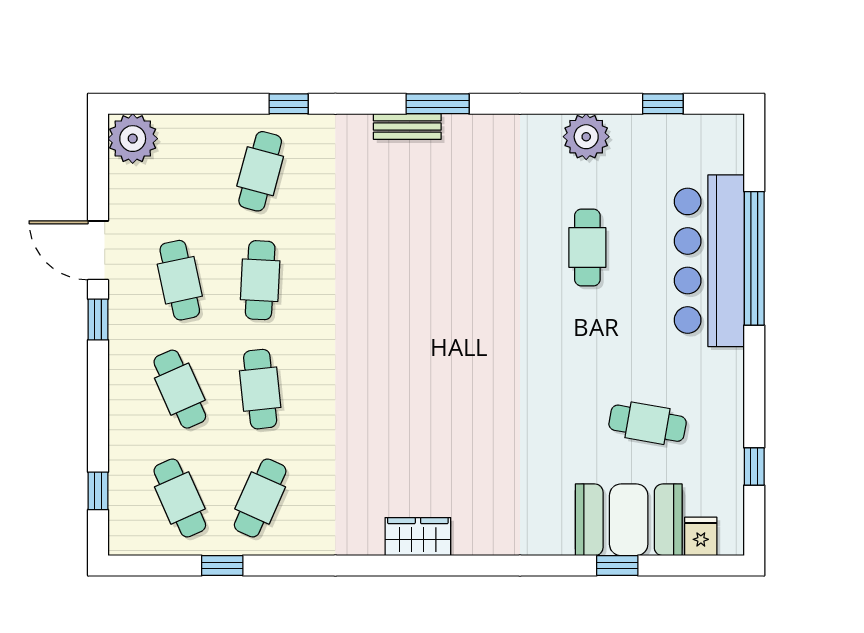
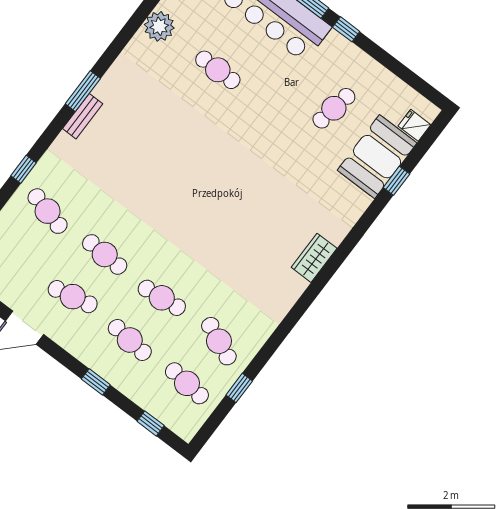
window: (98, 320) -> (96, 382), moved
cafe table: (180, 389) -> (130, 340), turned 30
window: (754, 466) -> (346, 29), moved
cafe table: (180, 498) -> (187, 383), turned 30
wardrobe: (418, 537) -> (314, 258), moved

